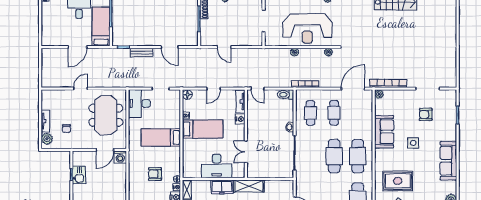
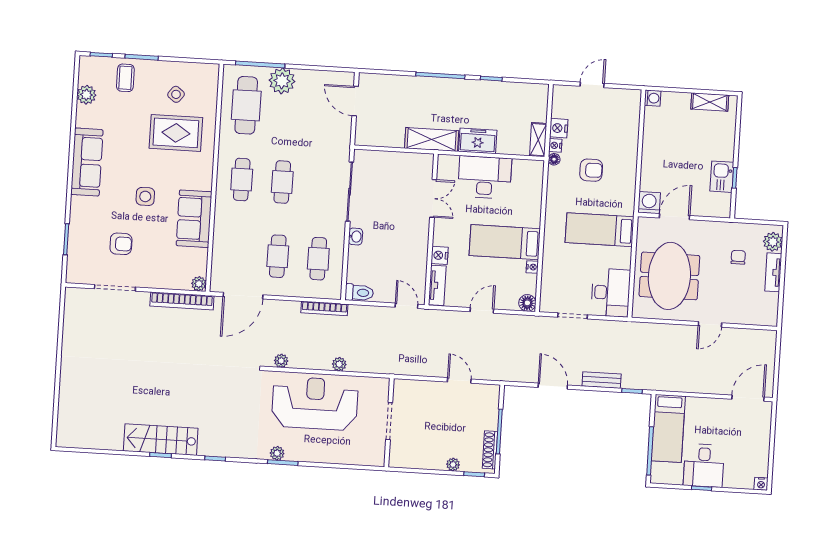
door: (77, 47) -> (748, 398), moved
bed: (161, 137) -> (600, 230), moved, turned 180
cafe table: (334, 156) -> (282, 182), width x0.73, depth x0.74
cafe table: (358, 156) -> (242, 180), width x0.73, depth x0.74

